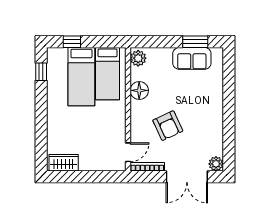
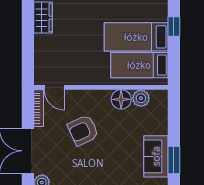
plant: (138, 58) -> (141, 98), moved

